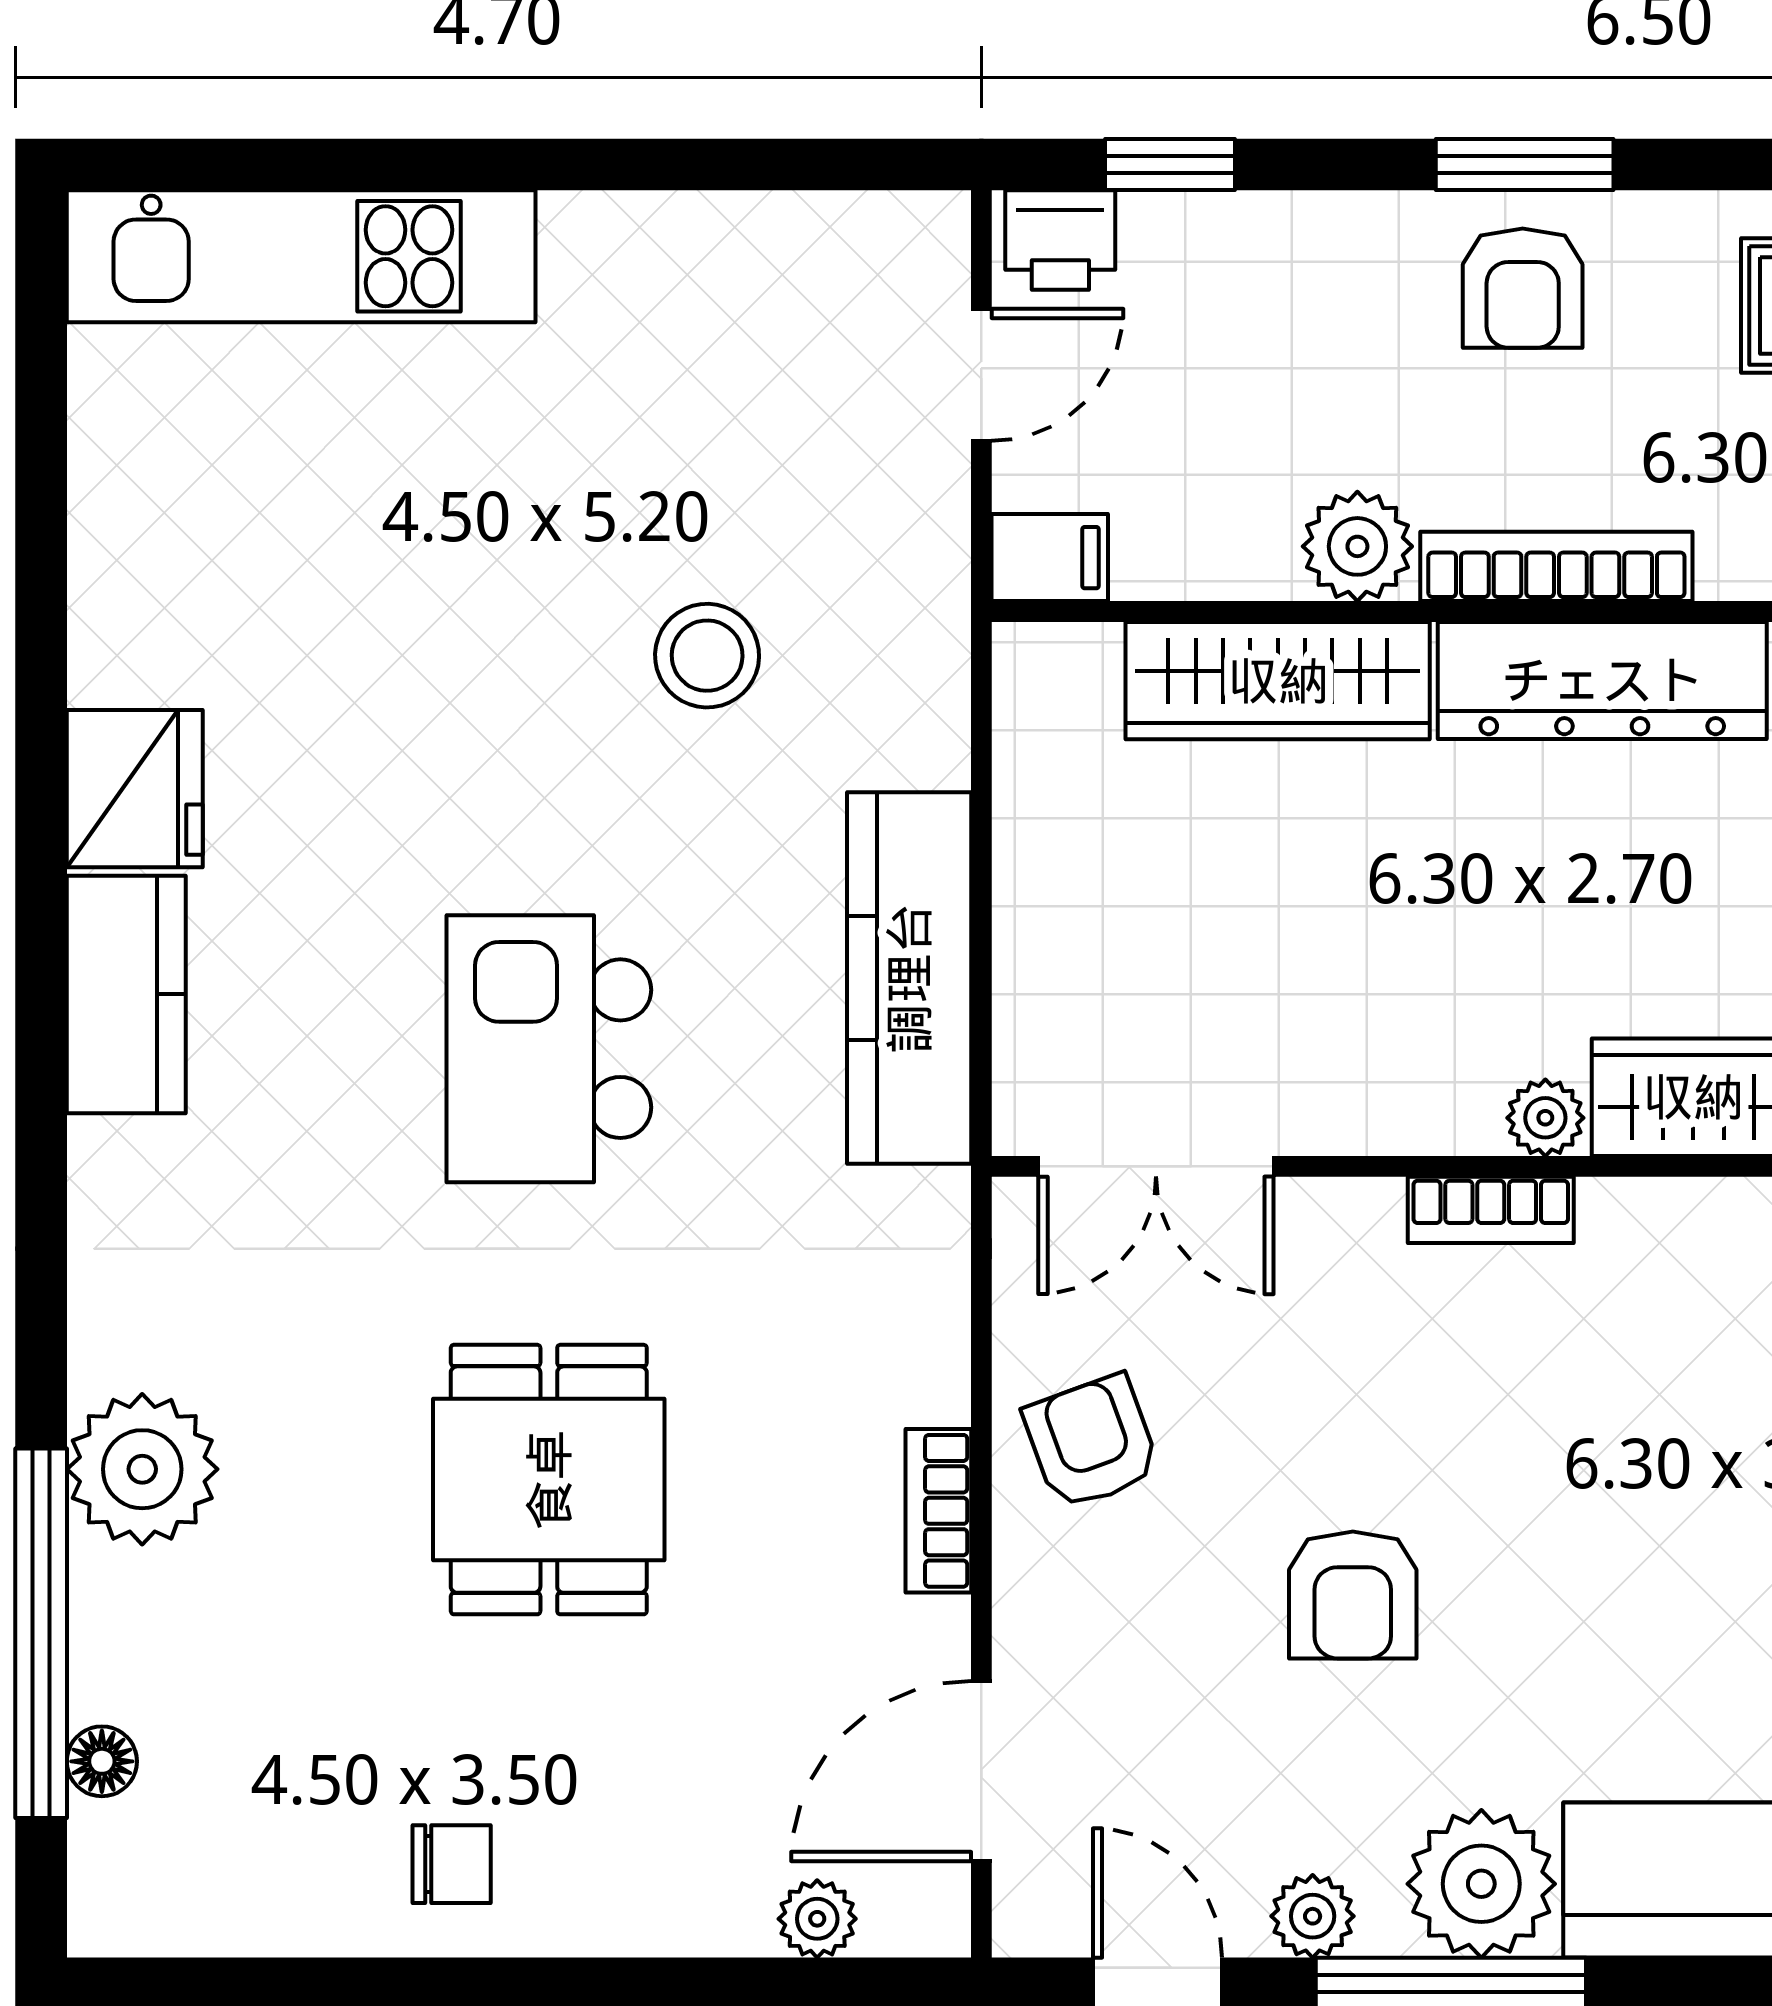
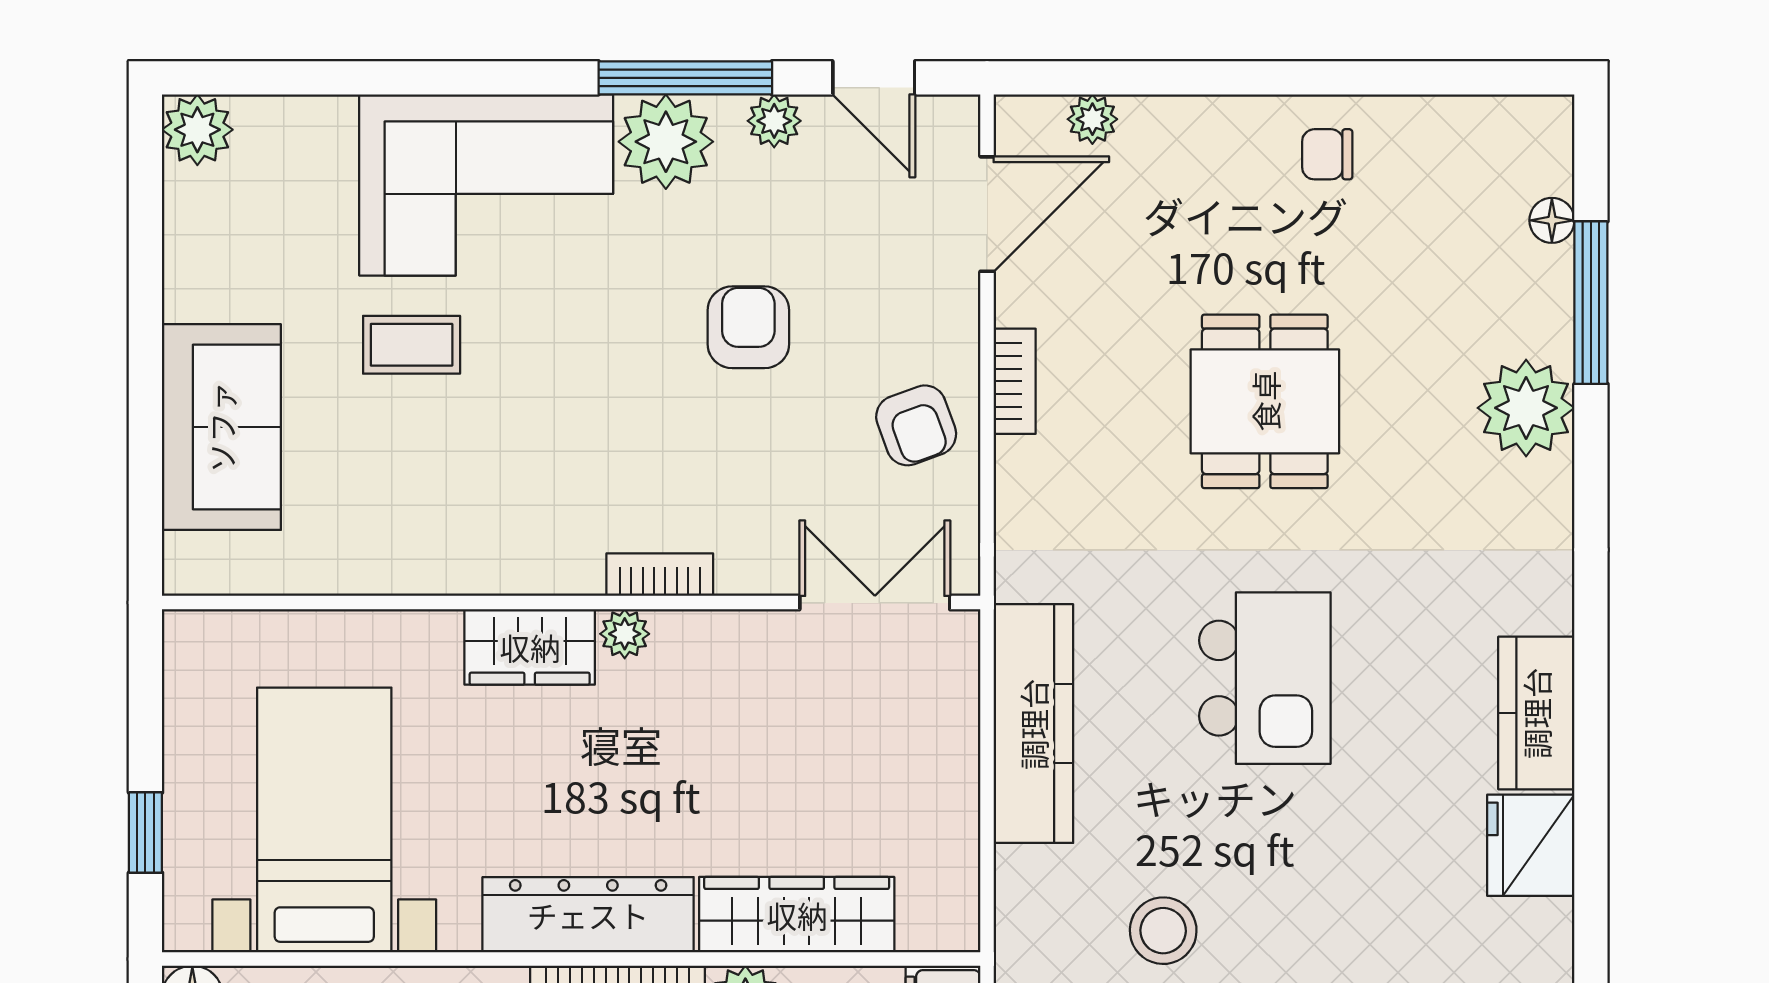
window: (41, 1633) -> (1591, 303), width x0.68

